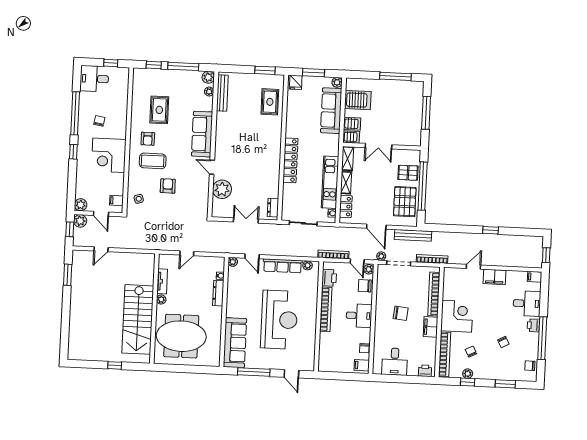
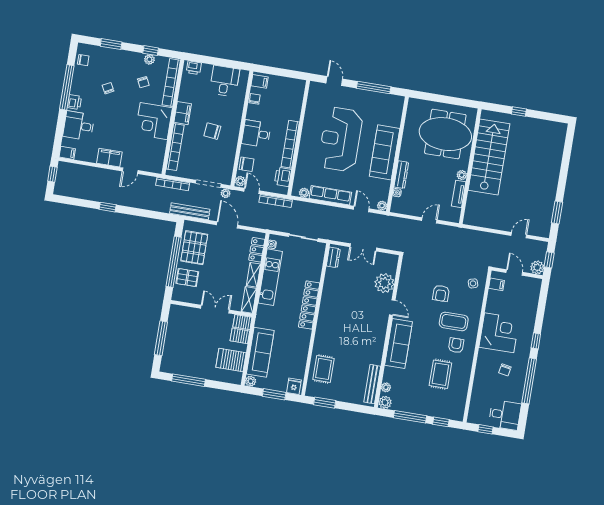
plant: (81, 205) -> (535, 284), removed
sofa: (235, 343) -> (385, 152), moved

